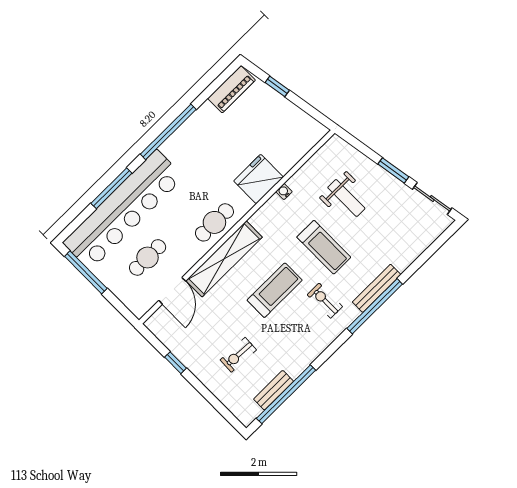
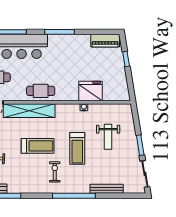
window: (168, 132) -> (60, 32), width x0.68
fridge: (259, 179) -> (90, 91), moved
bench: (377, 288) -> (107, 189), moved

